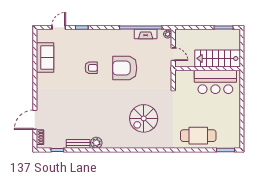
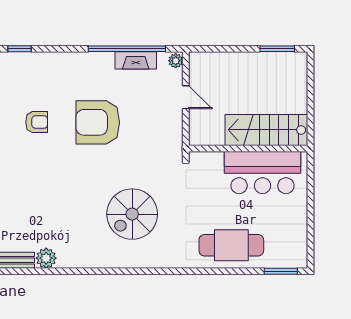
stairs: (218, 58) -> (266, 130), moved
wall: (208, 69) -> (248, 148), moved
bar counter: (215, 82) -> (262, 173), moved

